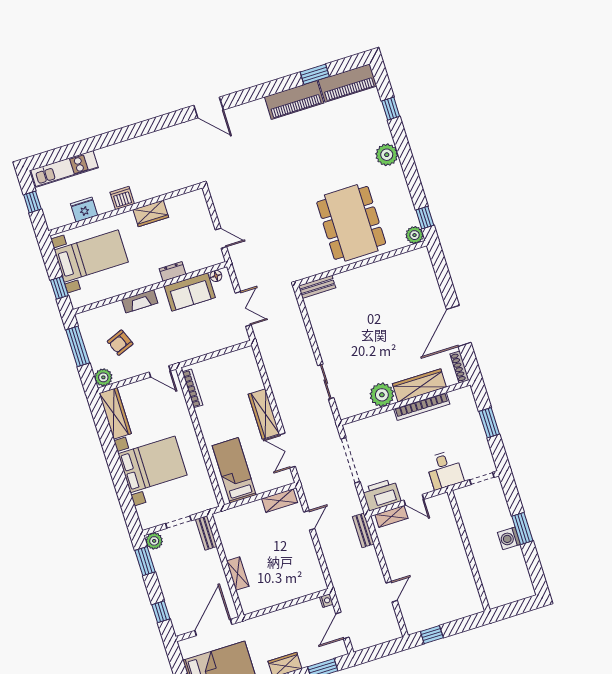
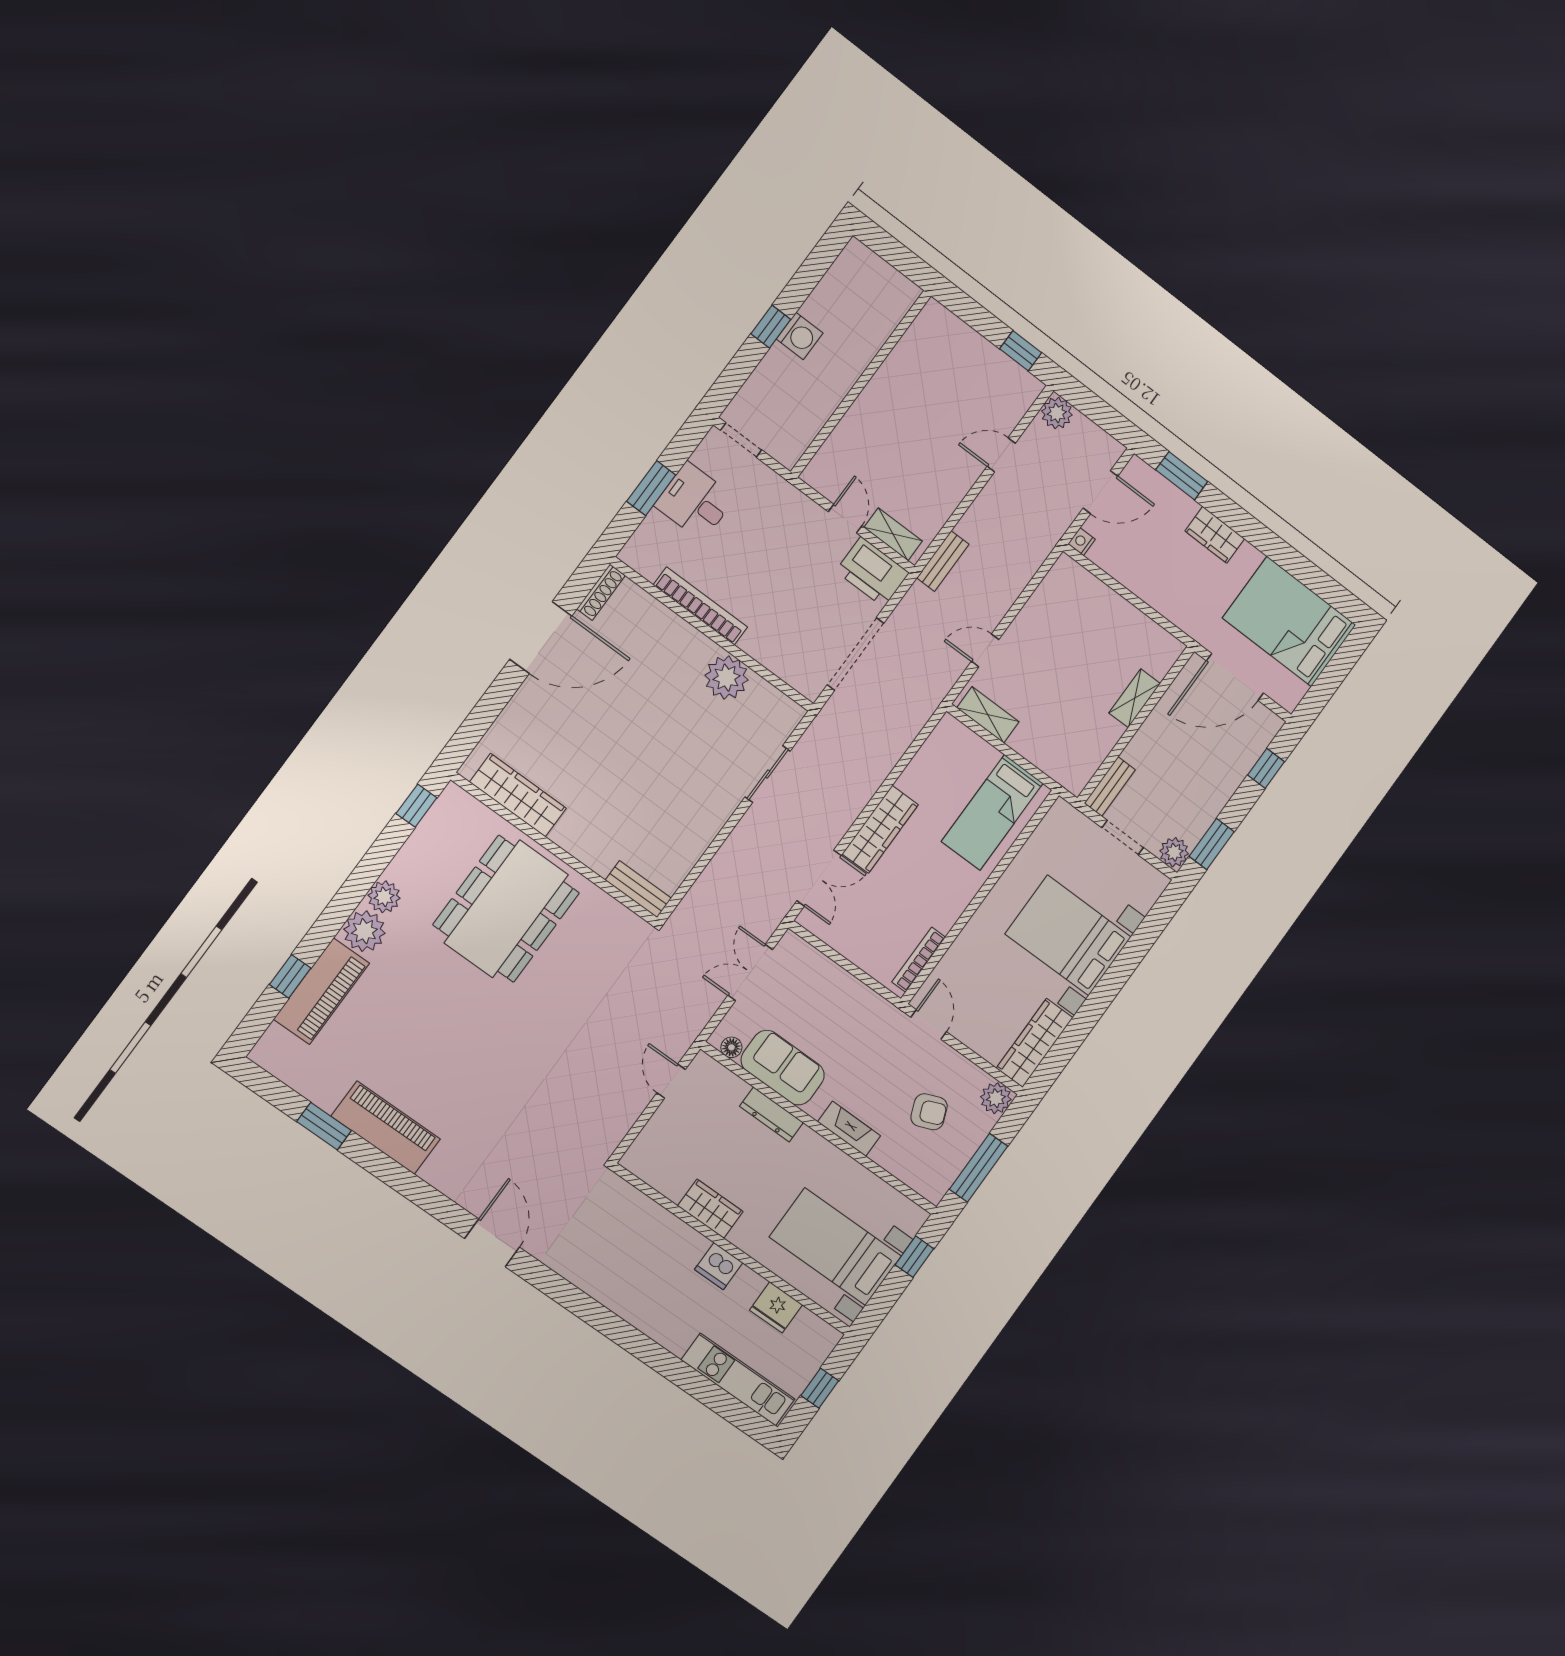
piano: (348, 83) -> (321, 991), moved, turned 90
plant: (415, 235) -> (384, 897), moved
dresser: (172, 271) -> (771, 1114), width x1.44
wardrobe: (419, 385) -> (518, 795), moved, turned 180
double door: (287, 451) -> (819, 878), moved
desk: (445, 470) -> (695, 501), moved, turned -90
window: (522, 528) -> (771, 327), width x0.67
plant: (392, 631) -> (1057, 413), added

